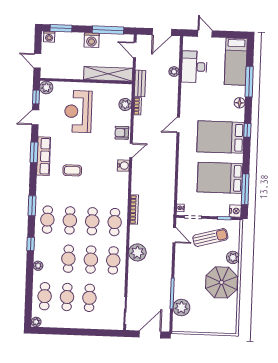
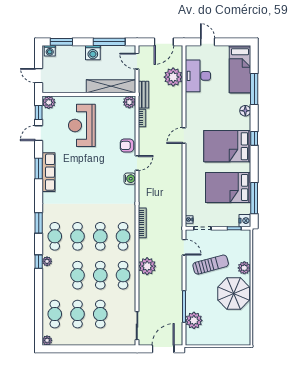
plant: (174, 72) -> (173, 77), width x1.88, depth x1.88
plant: (125, 105) -> (129, 102), moved
coffee table: (72, 170) -> (78, 185), removed
sun lounger: (210, 237) -> (211, 265), moved
plant: (38, 266) -> (47, 261), moved

